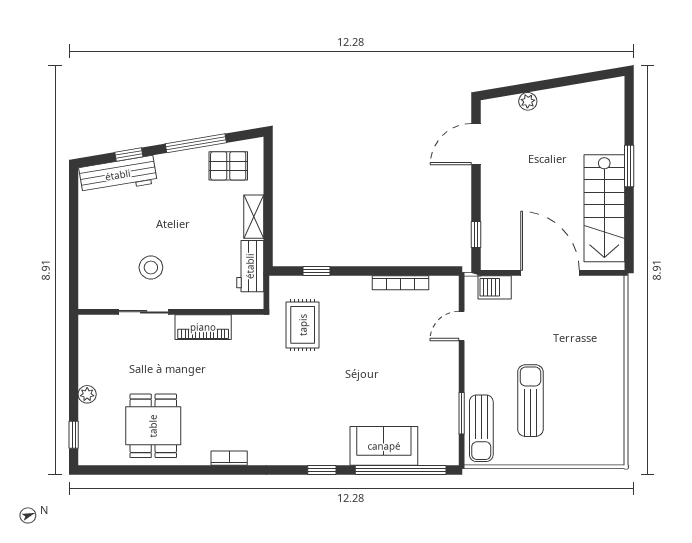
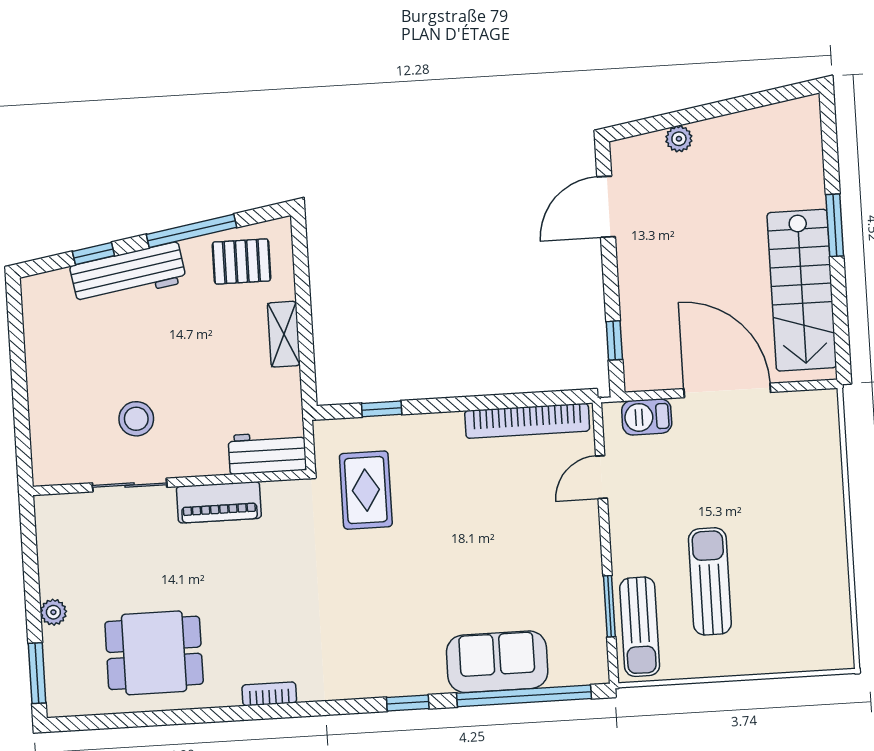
workbench: (118, 175) -> (128, 274), moved
workbench: (250, 266) -> (267, 453), moved, turned 90
bookcase: (400, 283) -> (527, 421), width x1.48, depth x1.31
dining table: (153, 426) -> (154, 653), turned 90
window: (74, 435) -> (37, 673), width x1.50

